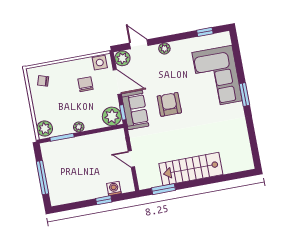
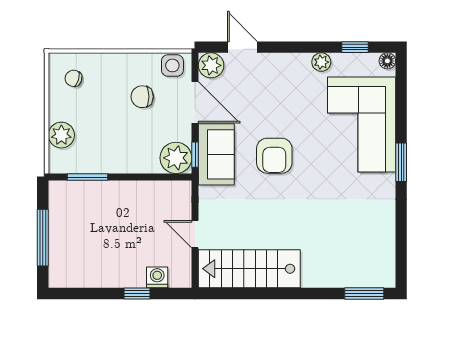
floor lamp: (225, 37) -> (387, 61), added
plant: (164, 49) -> (321, 62), moved
chair: (85, 84) -> (142, 97), turned -90
armchair: (169, 104) -> (274, 156), turned 180
plant: (79, 127) -> (118, 165), removed
plant: (45, 129) -> (61, 135), moved
stairs: (191, 169) -> (249, 269), moved
window: (164, 189) -> (364, 294), moved

